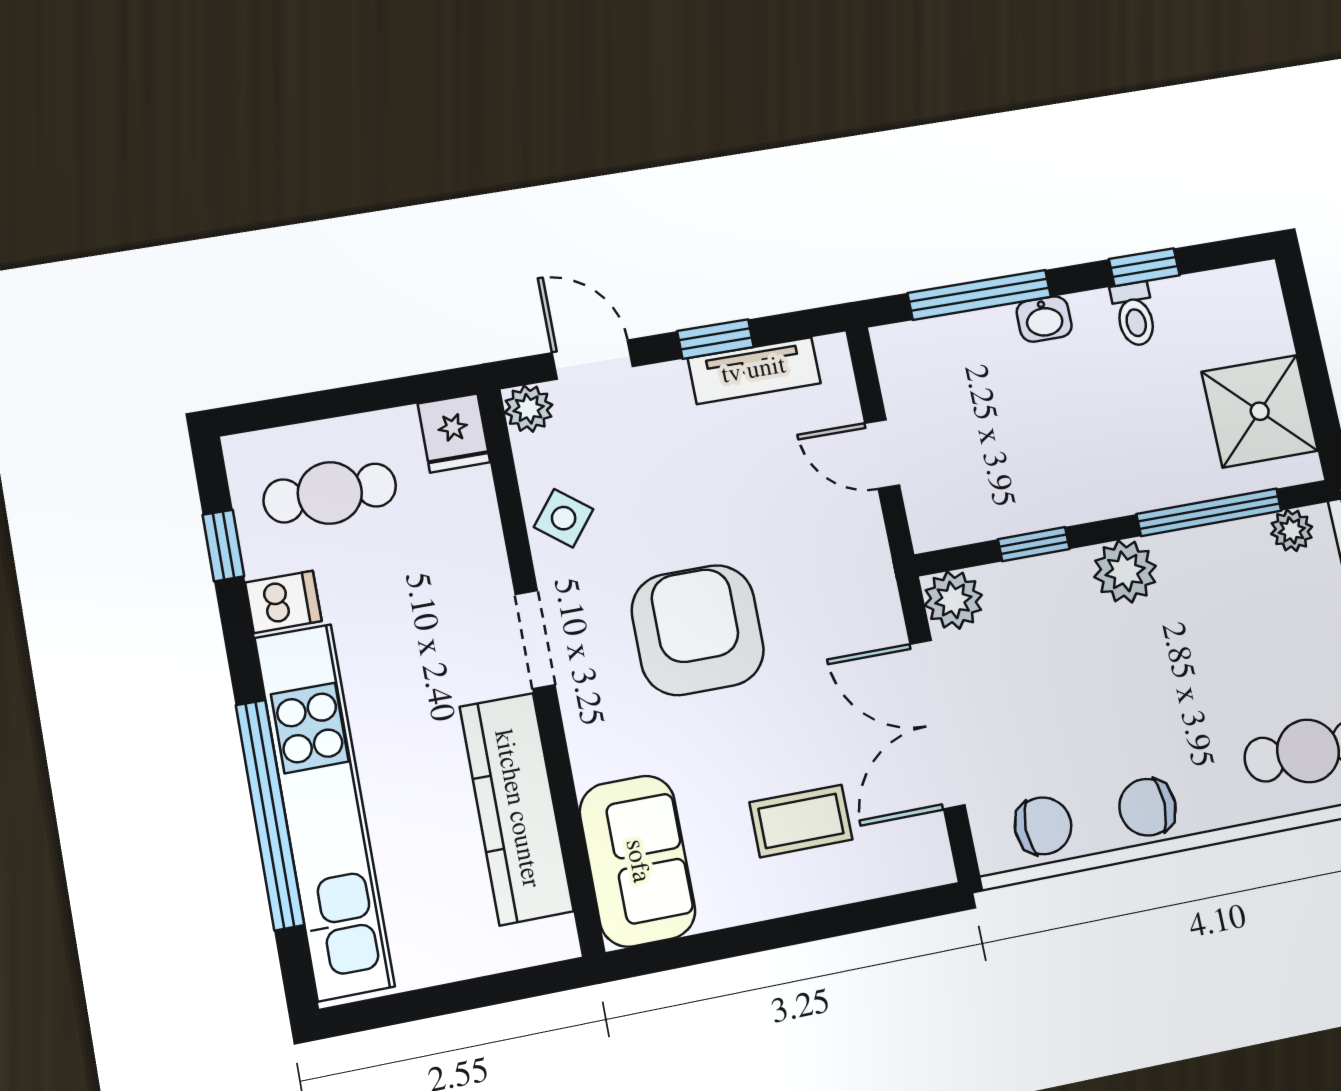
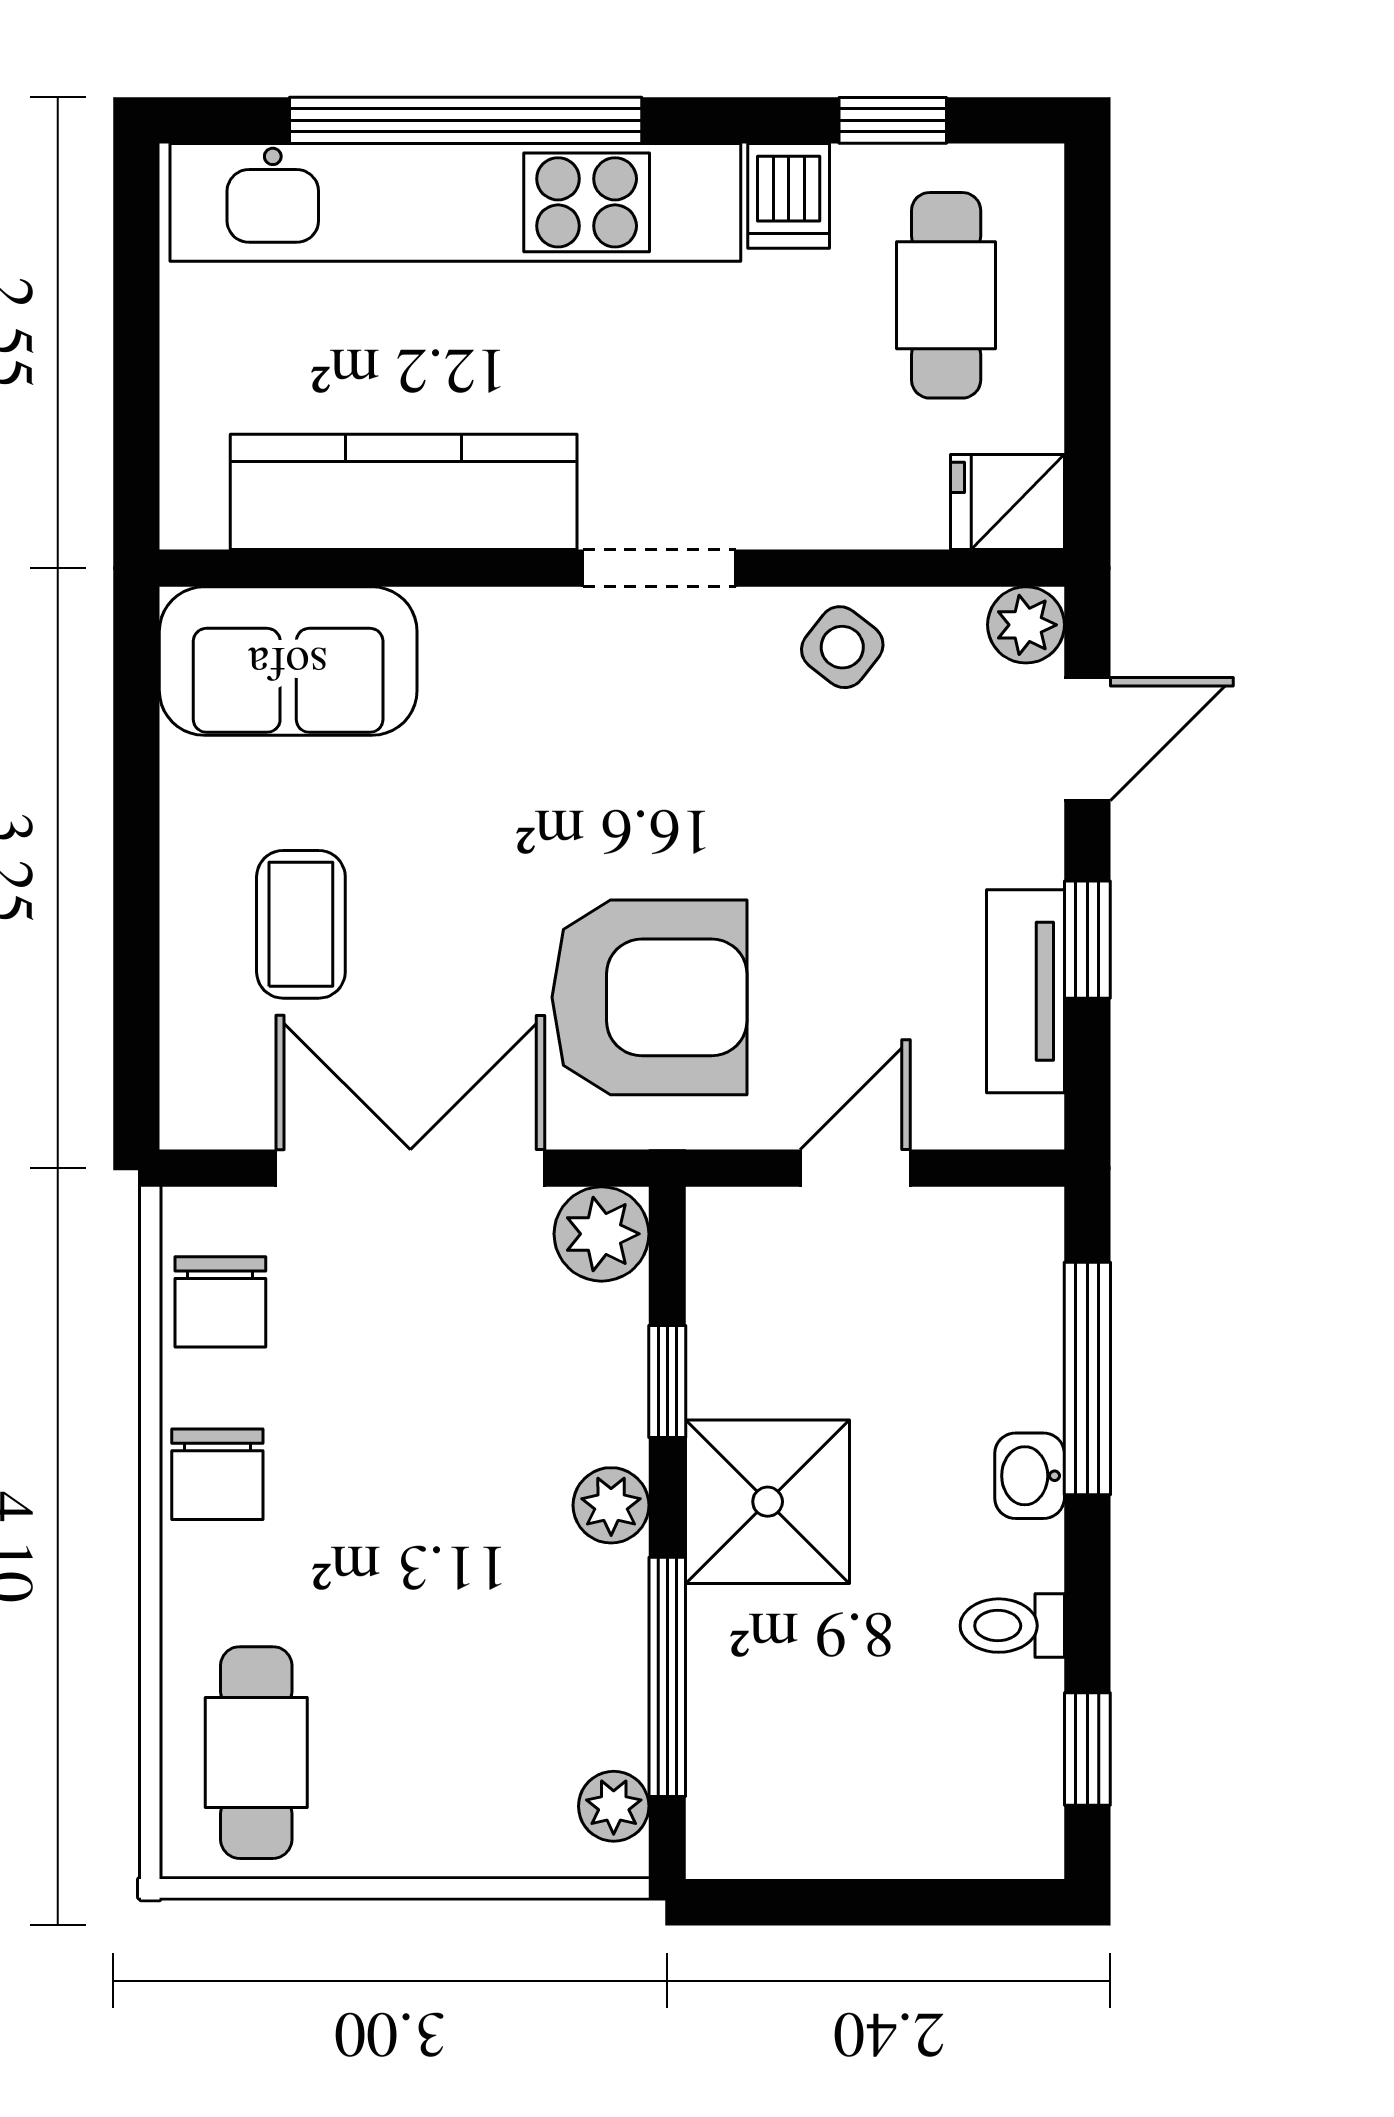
window: (1144, 267) -> (1087, 1749), moved
shower: (1260, 411) -> (768, 1502), moved
plant: (1125, 571) -> (611, 1505), width x0.73, depth x0.73
armchair: (698, 630) -> (649, 997), moved
chair: (1148, 807) -> (217, 1474), turned 180

